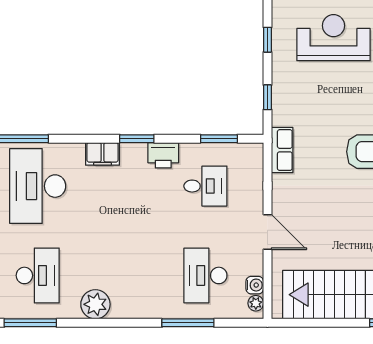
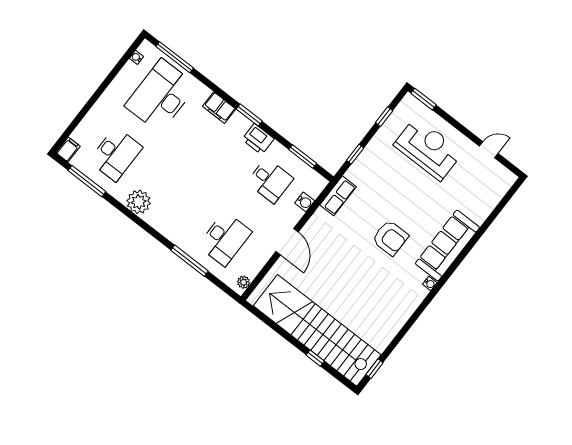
desk: (205, 275) -> (225, 239), turned 180
water cooler: (255, 285) -> (305, 202), moved

